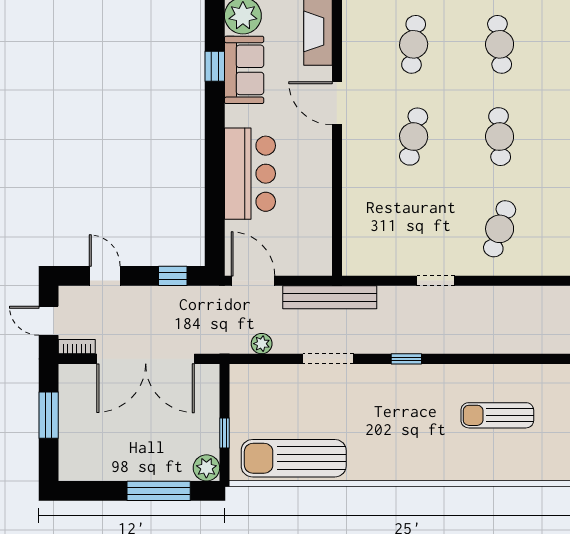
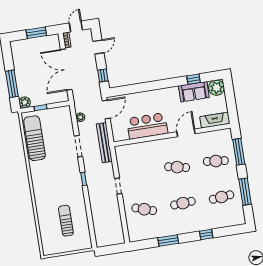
bar counter: (250, 174) -> (147, 126), moved, turned 180

